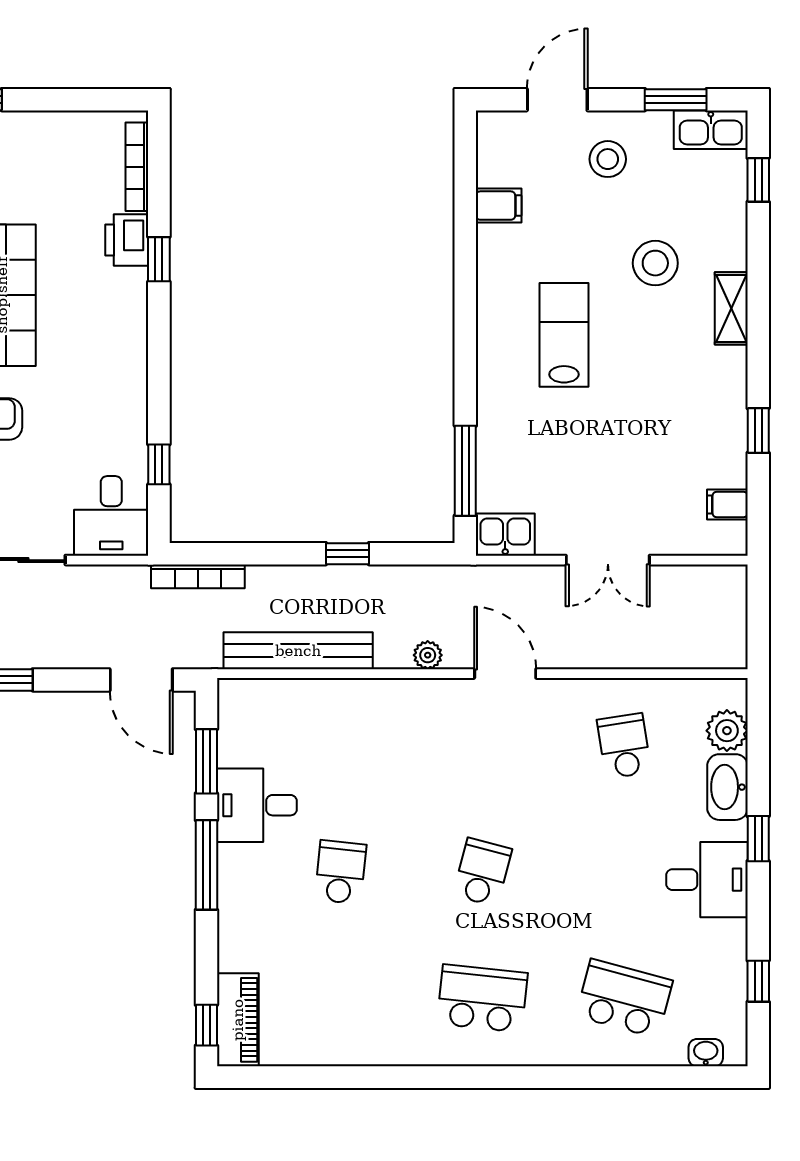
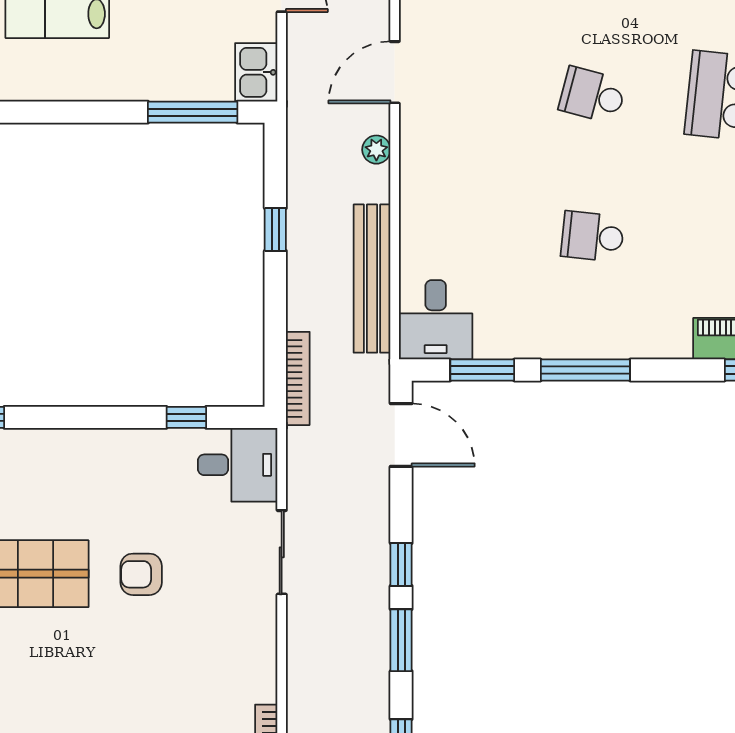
door: (141, 680) -> (401, 435), hinge flipped
desk: (257, 805) -> (436, 320), moved

